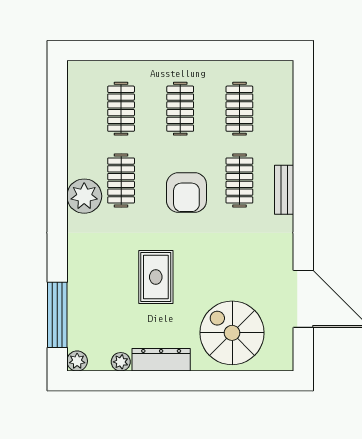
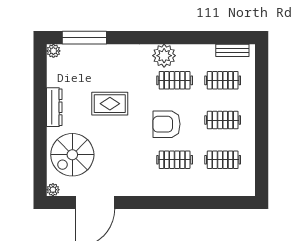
bench: (284, 190) -> (232, 50), moved
spiral stairs: (232, 333) -> (72, 155), turned 180
plant: (121, 362) -> (53, 190), moved

